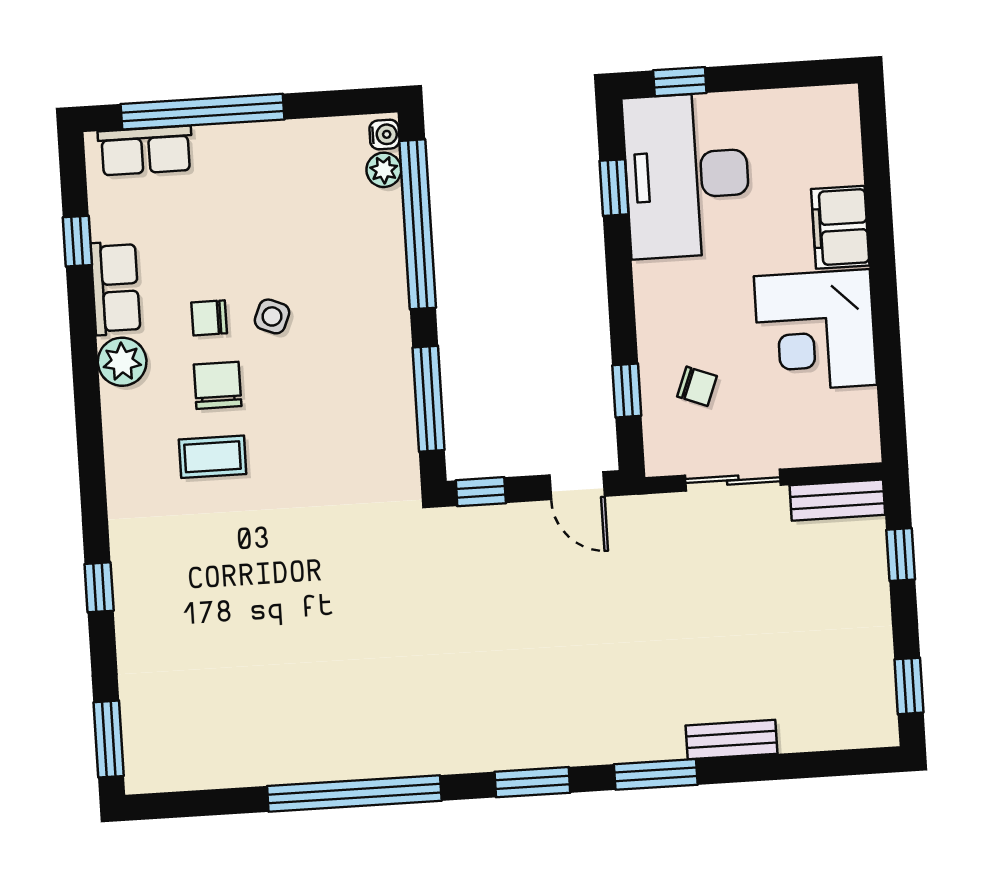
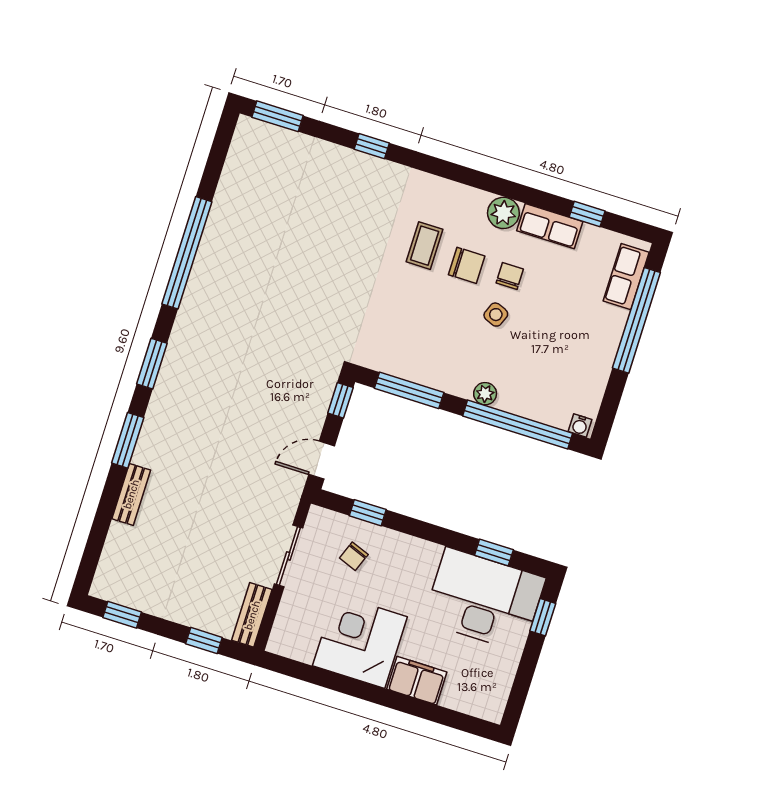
plant: (384, 170) -> (485, 394), moved

